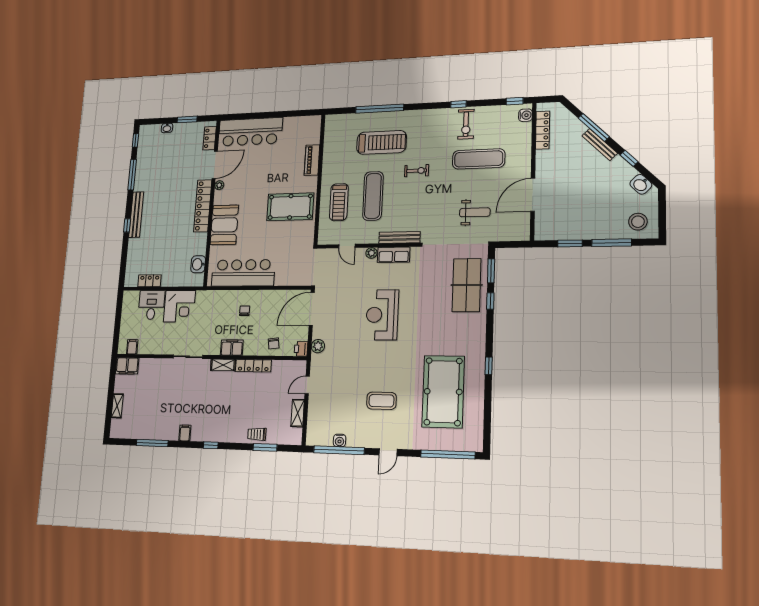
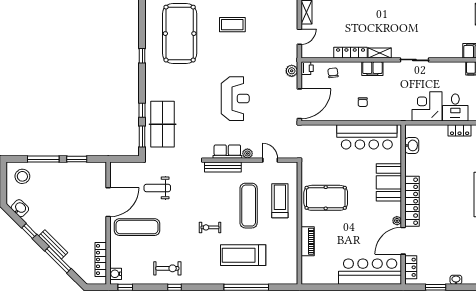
exercise bike: (466, 124) -> (167, 268), turned 90
exercise mat: (479, 159) -> (137, 227), moved

